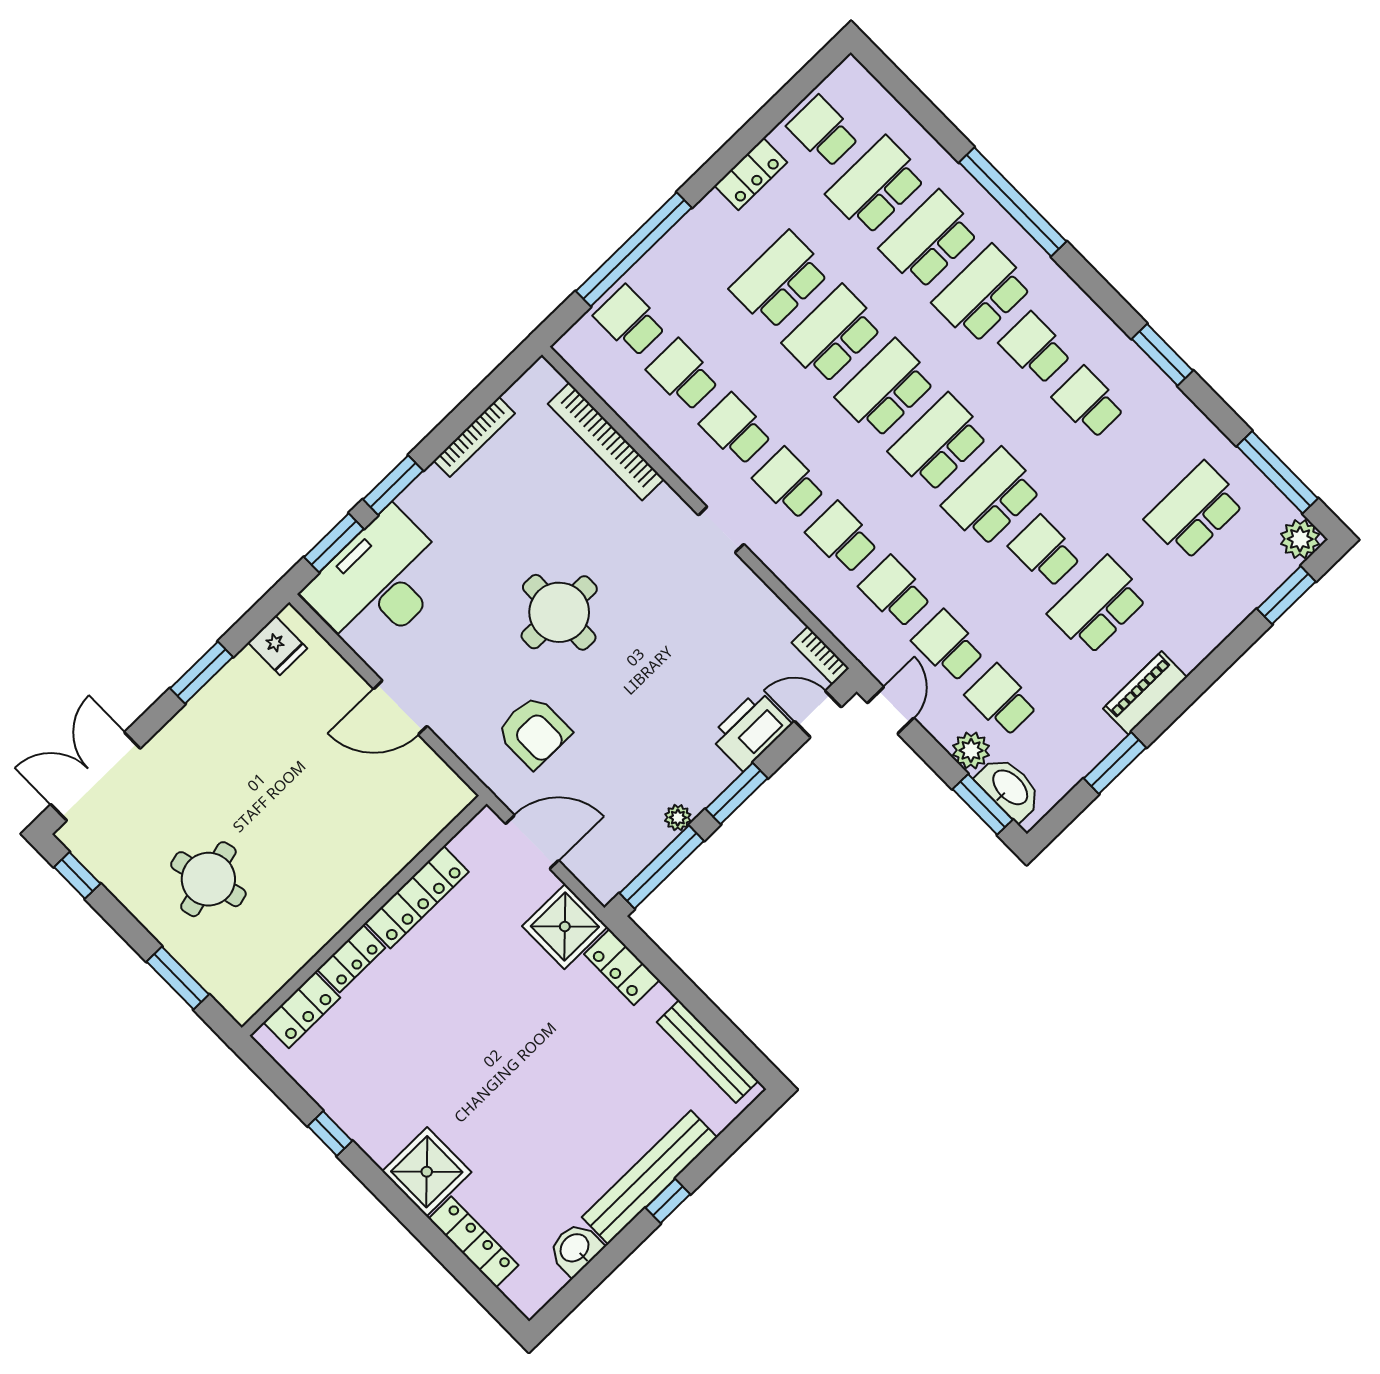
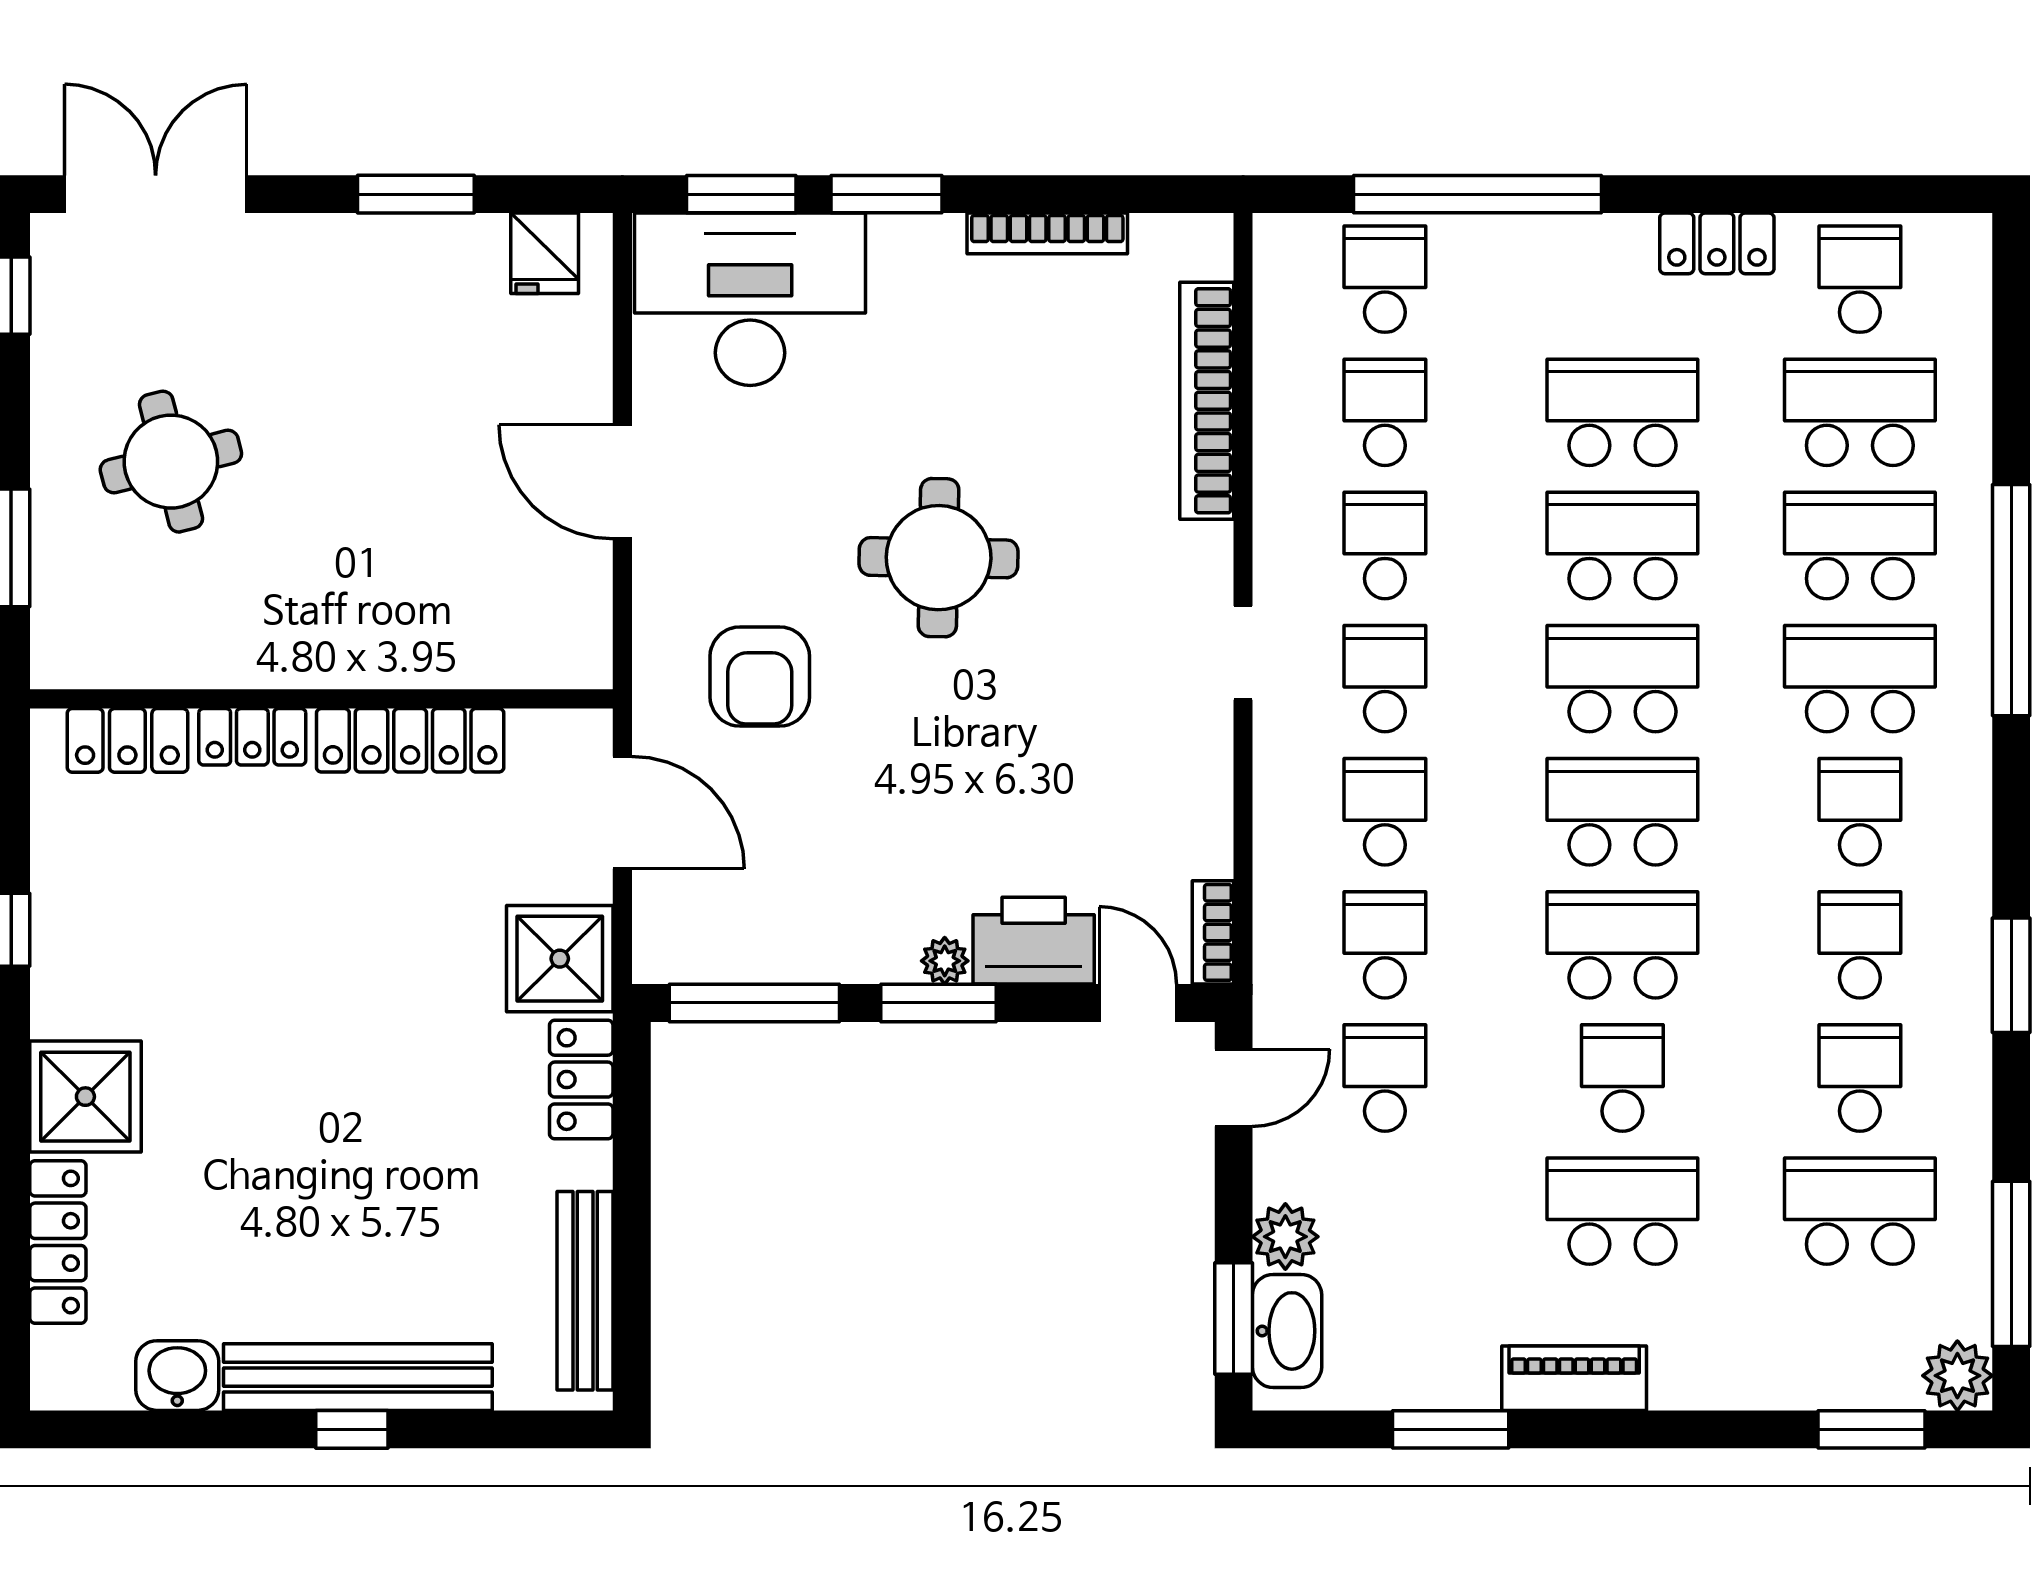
school desk: (1001, 700) -> (1860, 1078), moved
plant: (678, 818) -> (945, 961), moved

